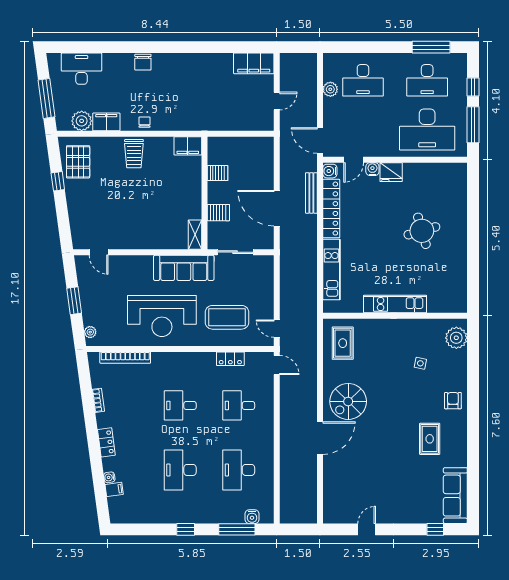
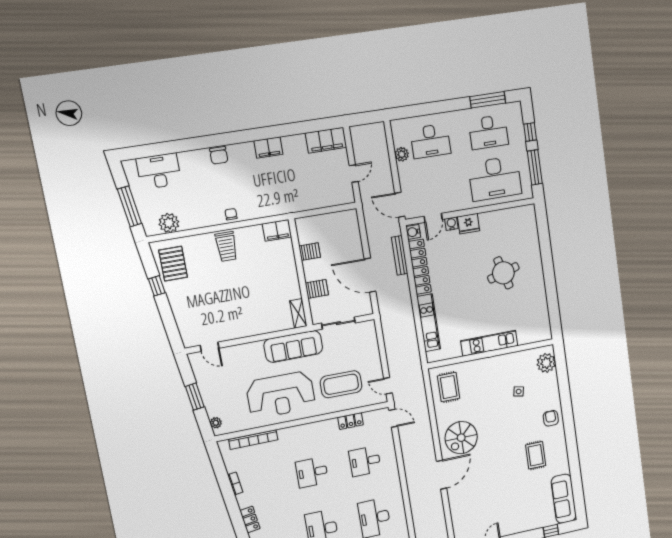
filing cabinet: (106, 122) -> (268, 148), moved, turned 180

